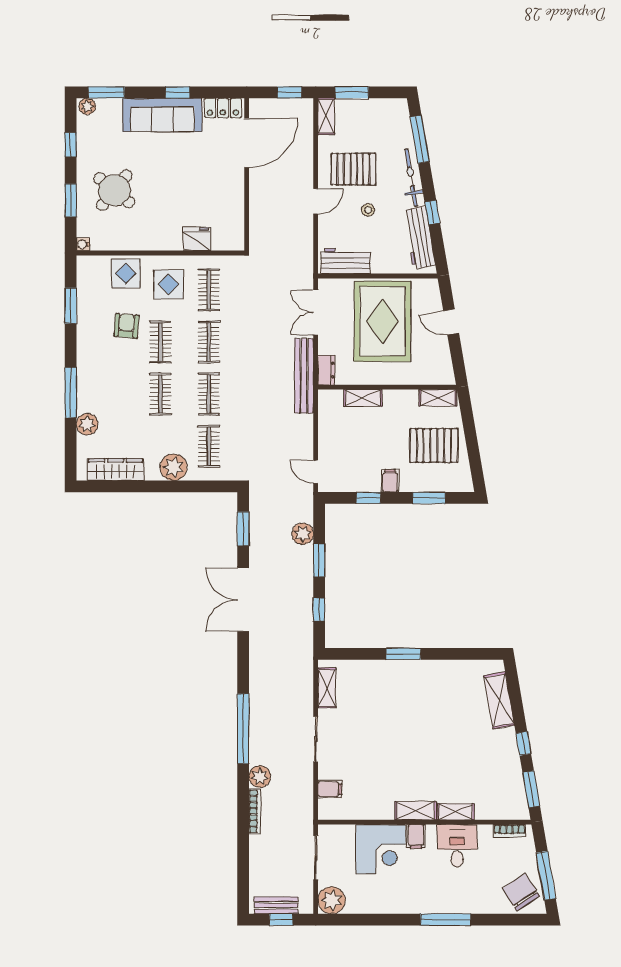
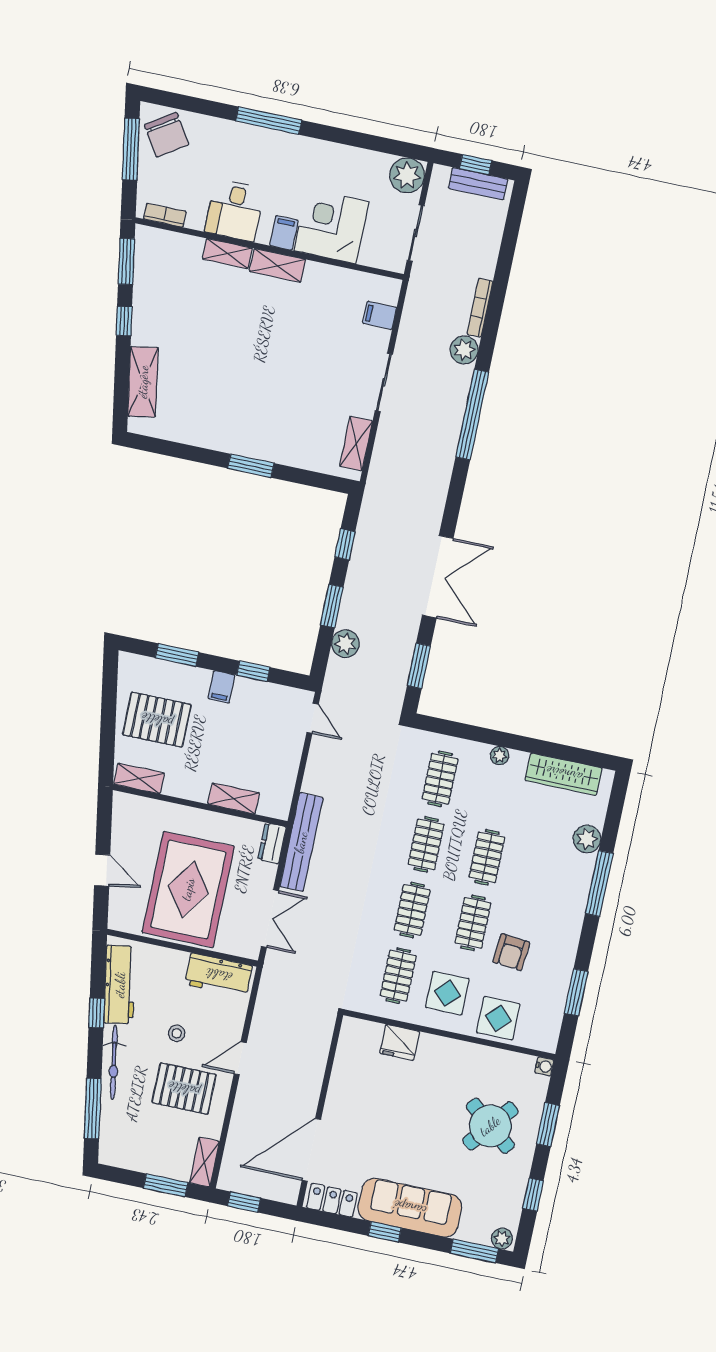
plant: (174, 467) -> (500, 756), width x0.53, depth x0.53

